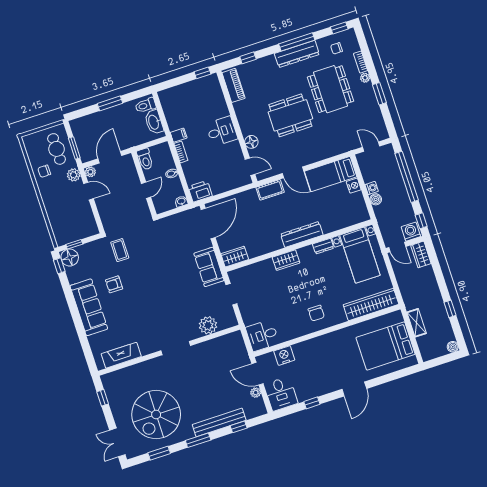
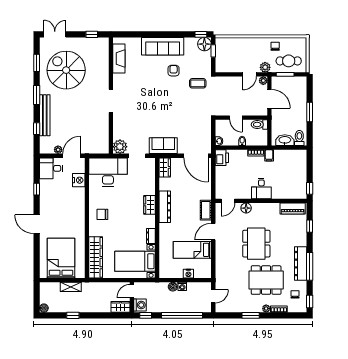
bed: (331, 174) -> (192, 250), moved, turned -90
dresser: (302, 234) -> (165, 207), moved
plant: (208, 325) -> (120, 147), moved
desk: (262, 335) -> (108, 172), width x1.87, depth x1.30

